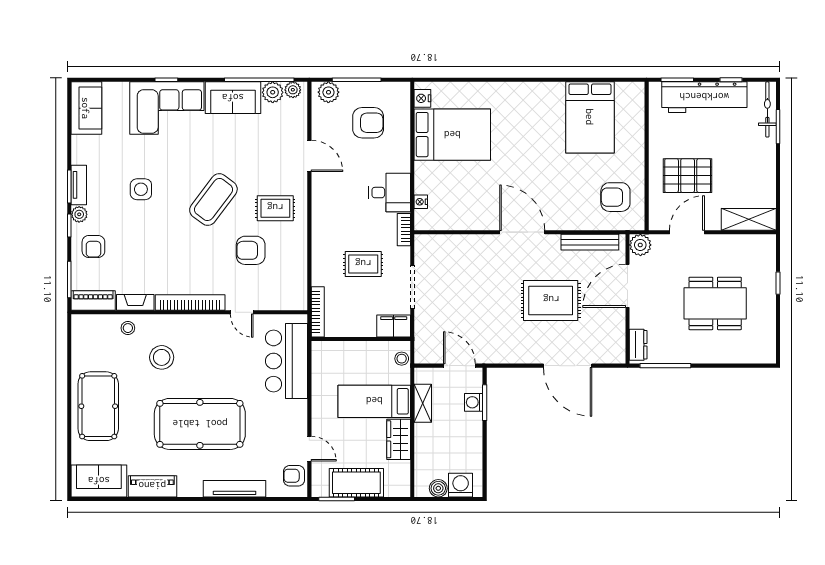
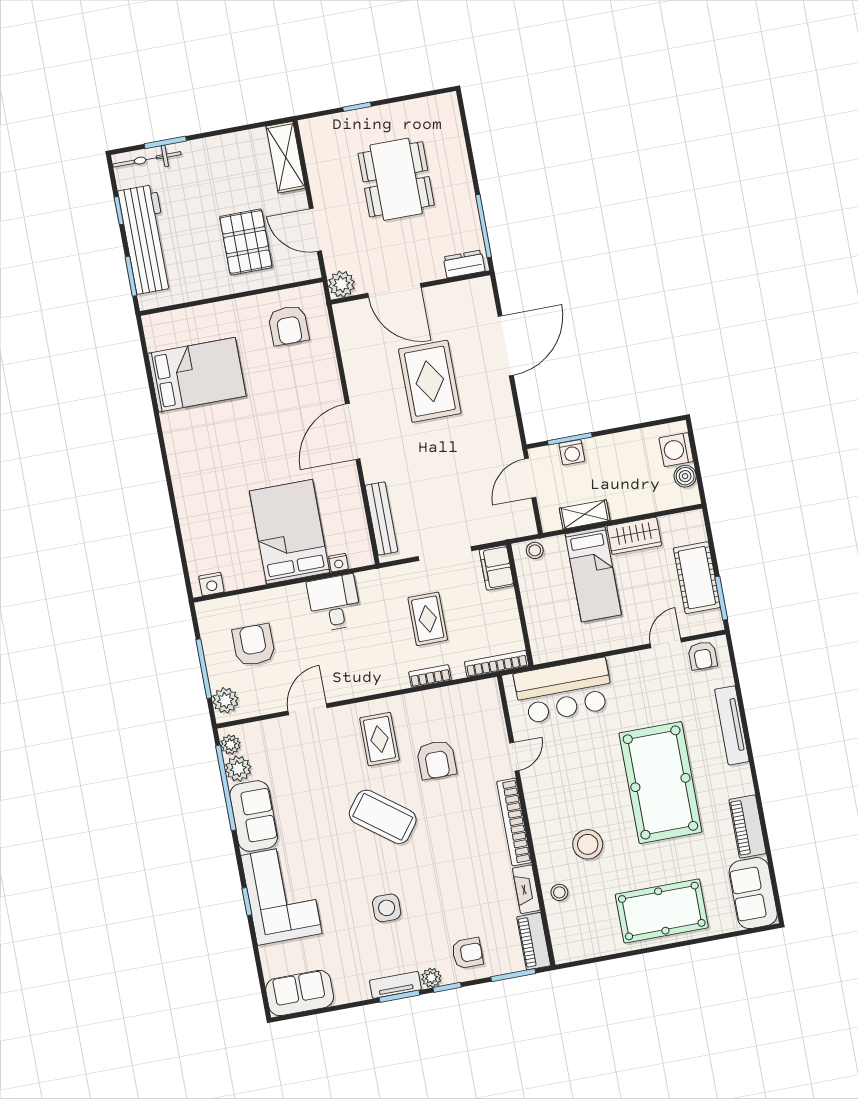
bed: (452, 135) -> (289, 532), moved
bookcase: (404, 230) -> (430, 676), moved, turned 180
bench: (590, 242) -> (381, 518), moved

